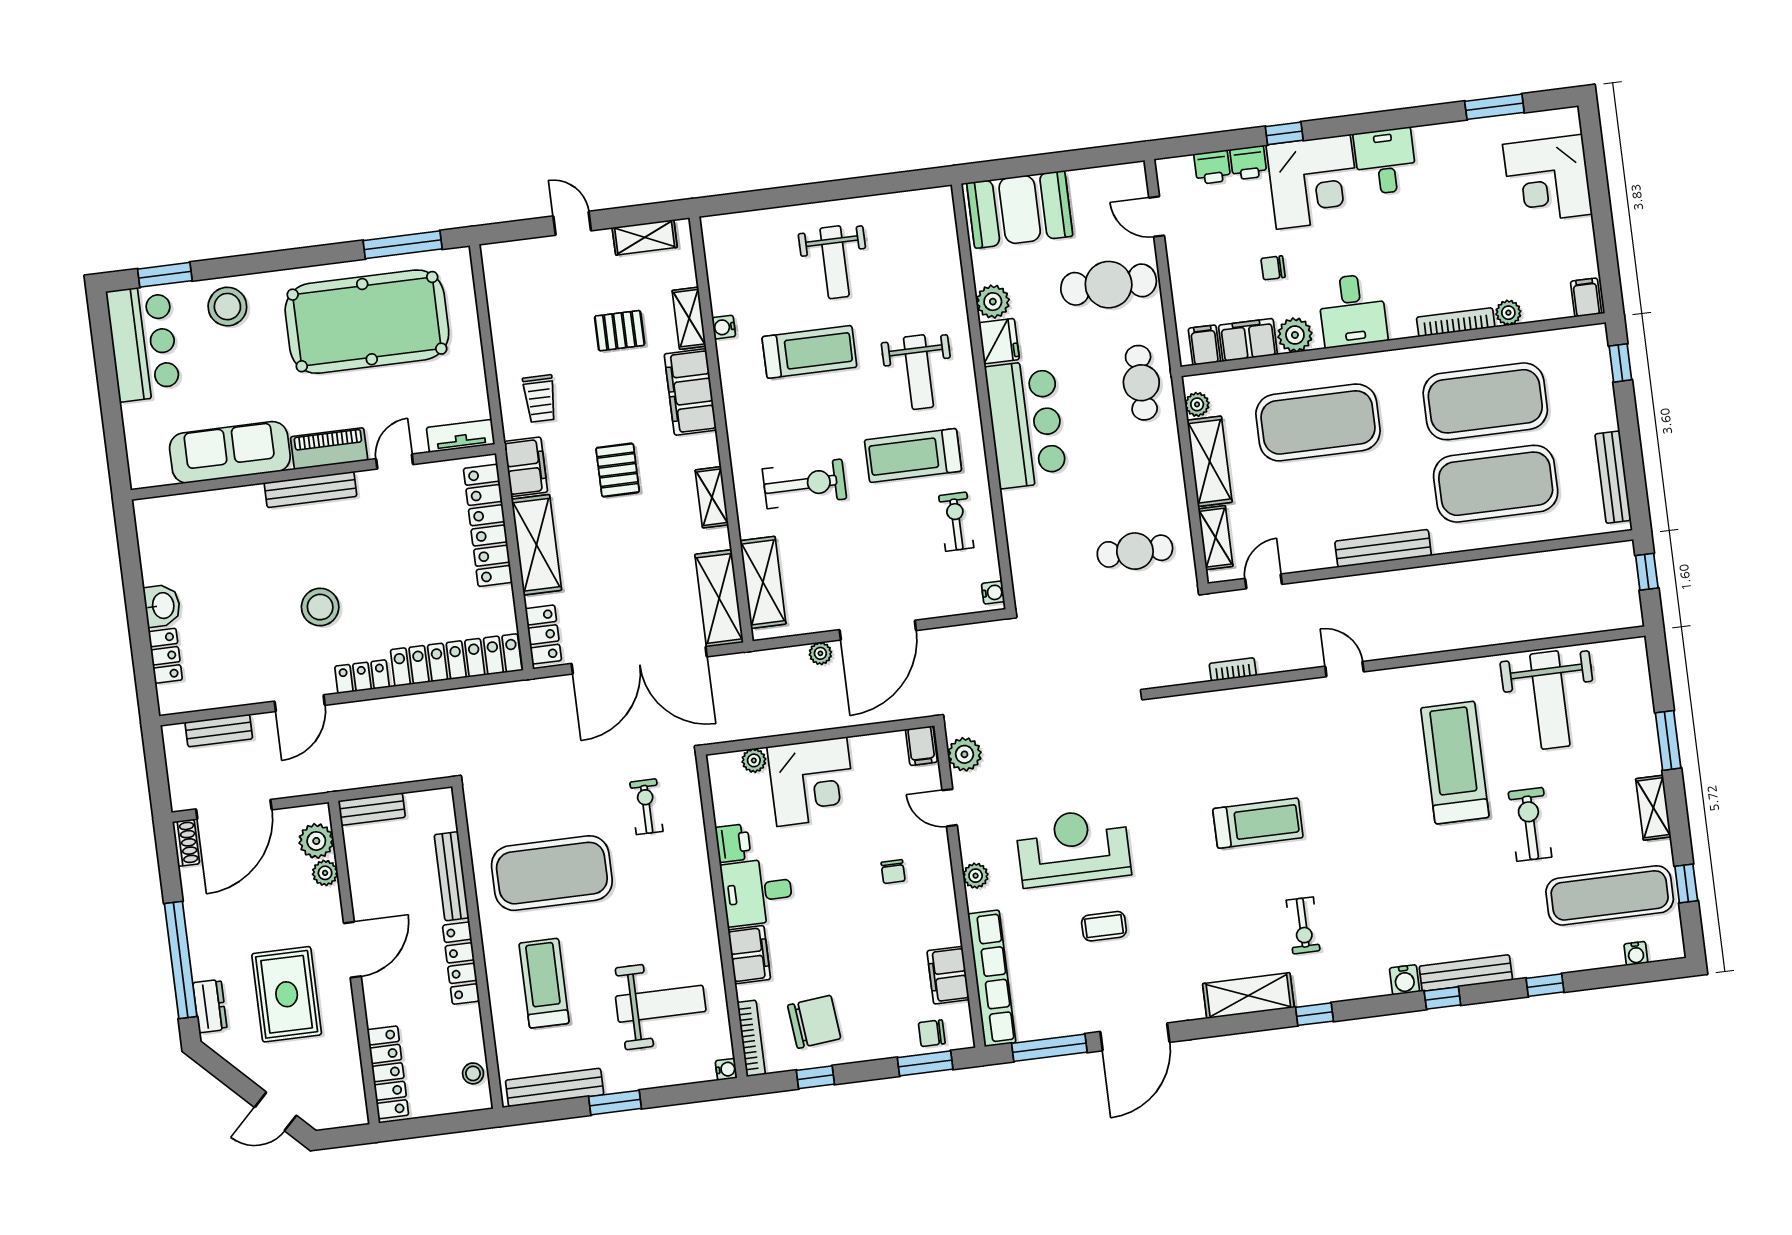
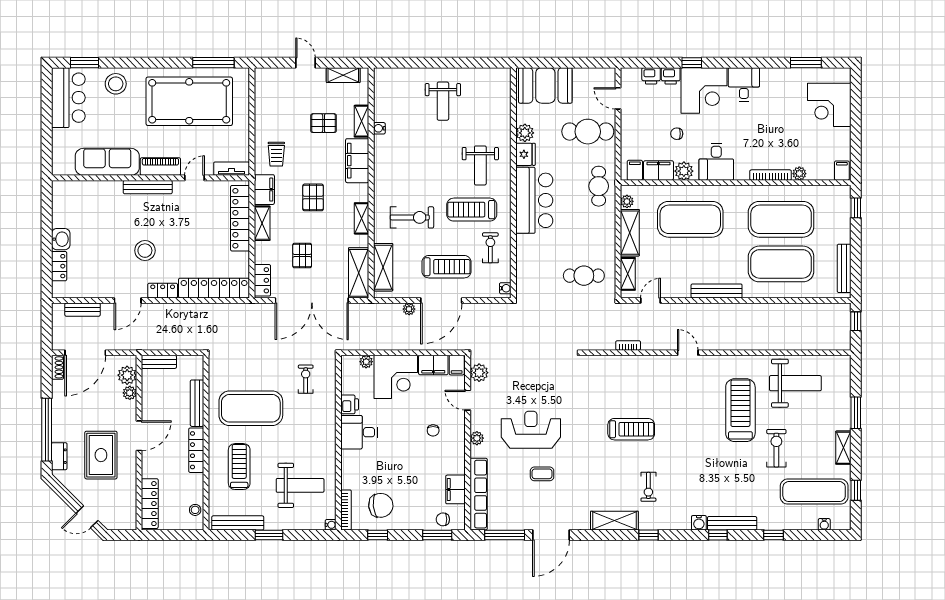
treadmill: (809, 352) -> (446, 267), moved
shelving: (536, 545) -> (262, 223), width x0.67, depth x0.75
pallet: (611, 580) -> (302, 256), added
weight bench: (1550, 700) -> (795, 383), turned -90
filing cabinet: (749, 955) -> (433, 365), moved, turned 90

